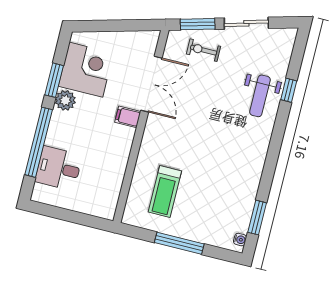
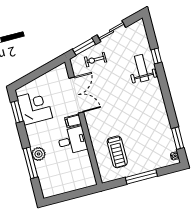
window: (54, 80) -> (17, 112), moved
weight bench: (260, 96) -> (142, 68), turned 180
plant: (65, 100) -> (39, 154), moved
window: (39, 142) -> (30, 163), width x0.68
desk: (59, 168) -> (72, 141), moved, turned 180

